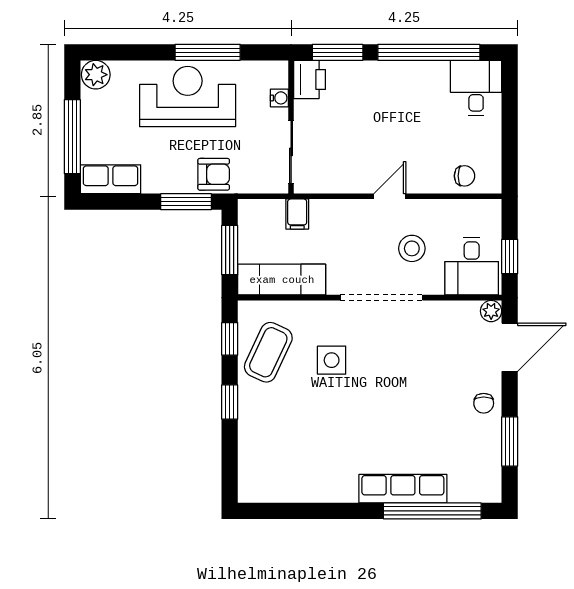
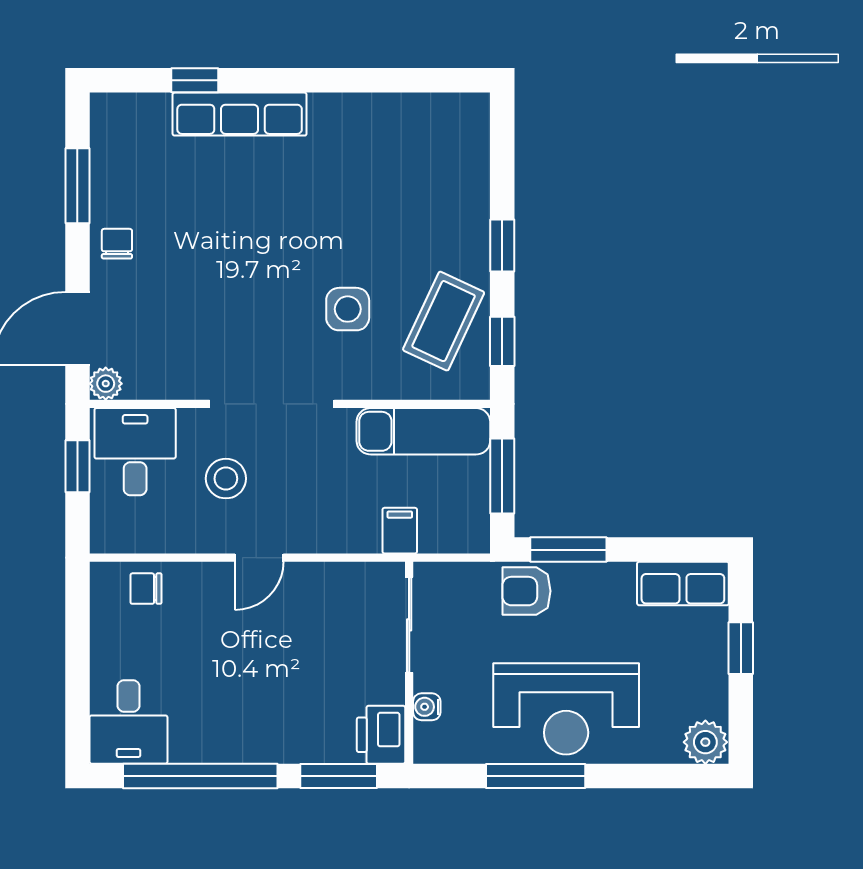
window: (72, 137) -> (741, 648), width x0.46
window: (432, 511) -> (195, 80), width x0.32

